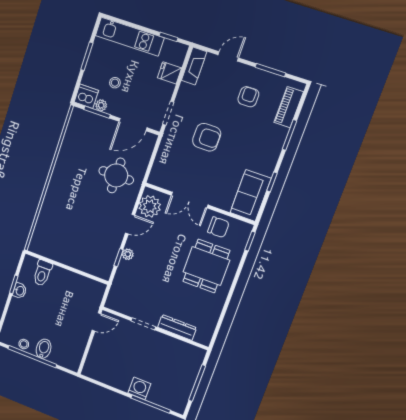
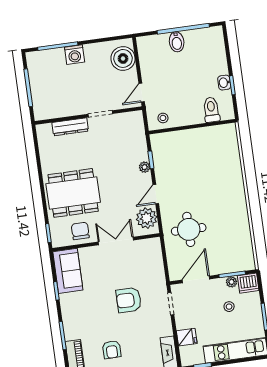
chair: (218, 227) -> (80, 231), turned 90
dining table: (206, 266) -> (73, 193), width x1.37
stool: (24, 344) -> (163, 118), moved
boiler: (98, 361) -> (123, 58), added

